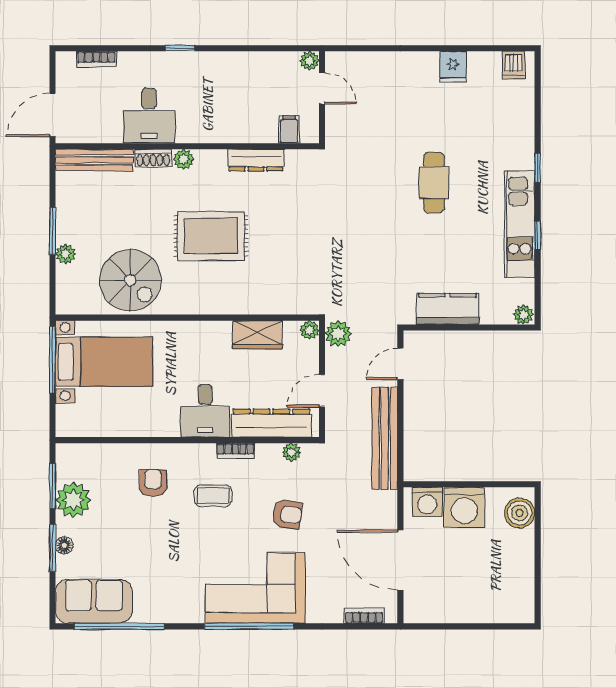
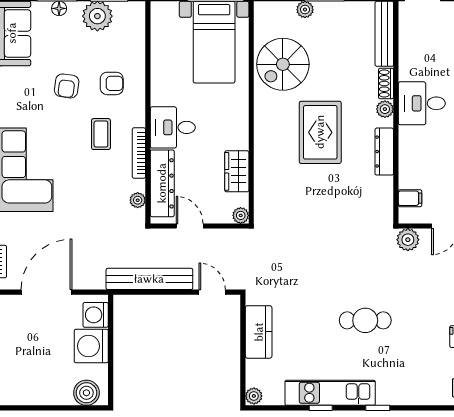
desk: (149, 116) -> (422, 103), moved
dresser: (256, 160) -> (384, 152), moved
plant: (338, 334) -> (408, 240), moved
bookcase: (235, 451) -> (139, 153), width x1.56
armchair: (287, 514) -> (67, 86), moved

